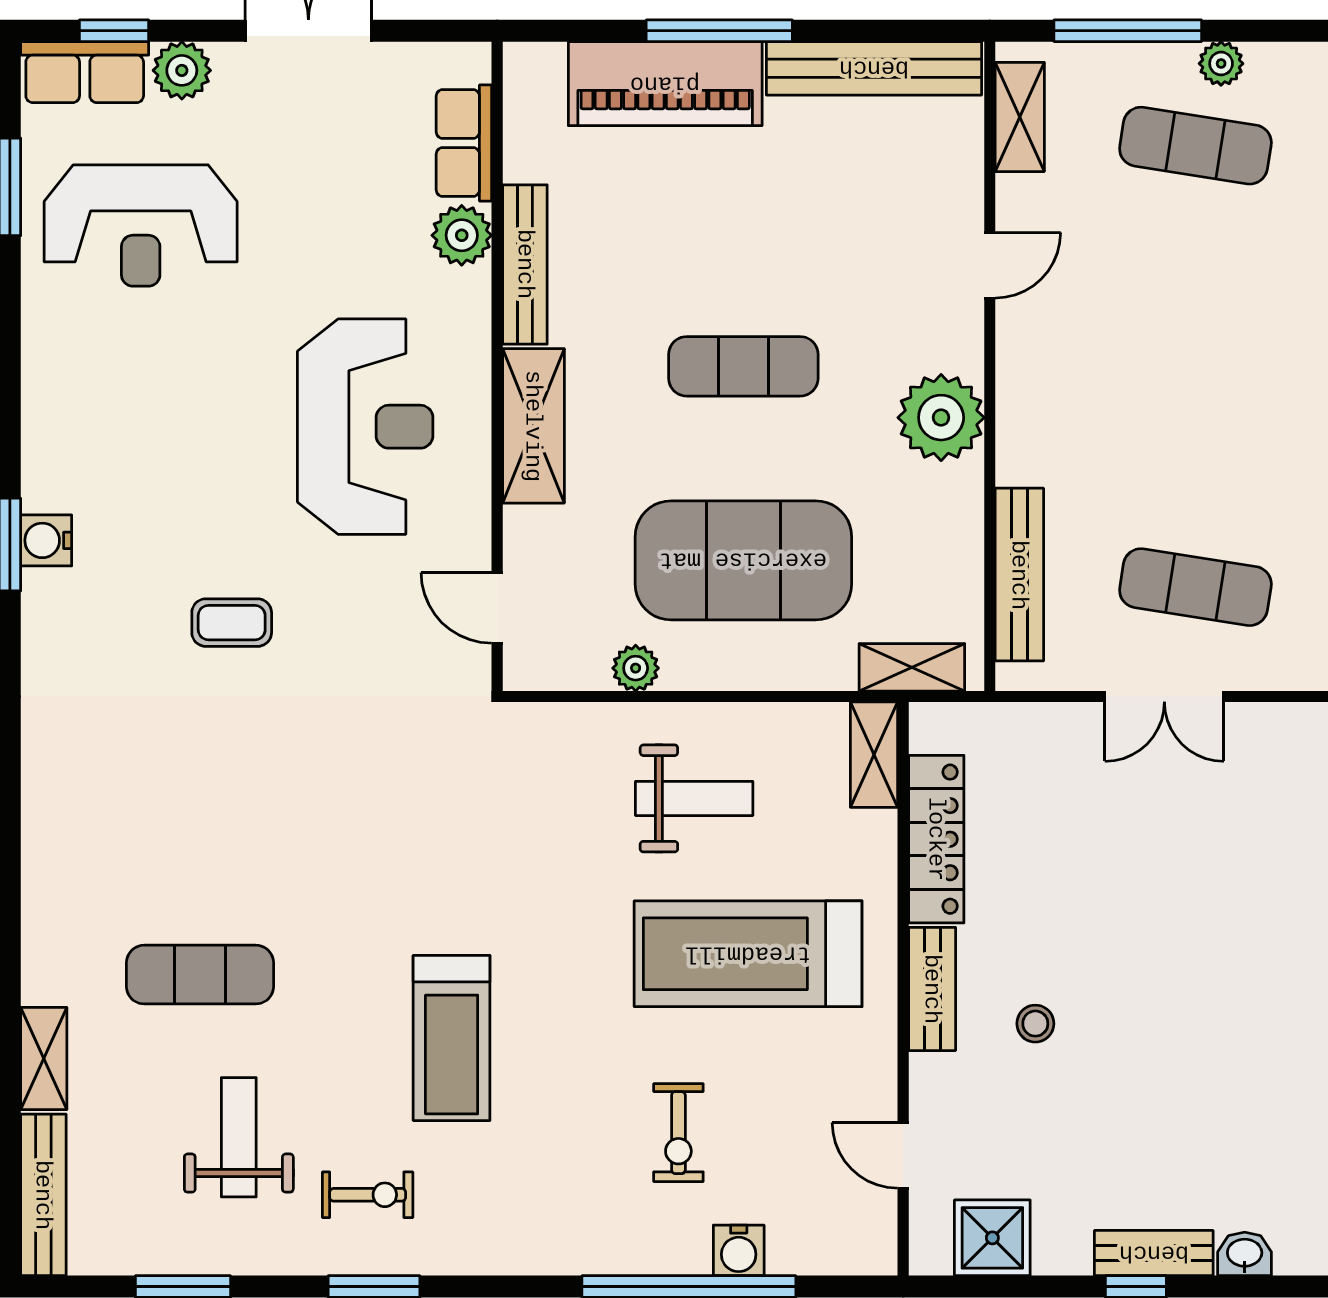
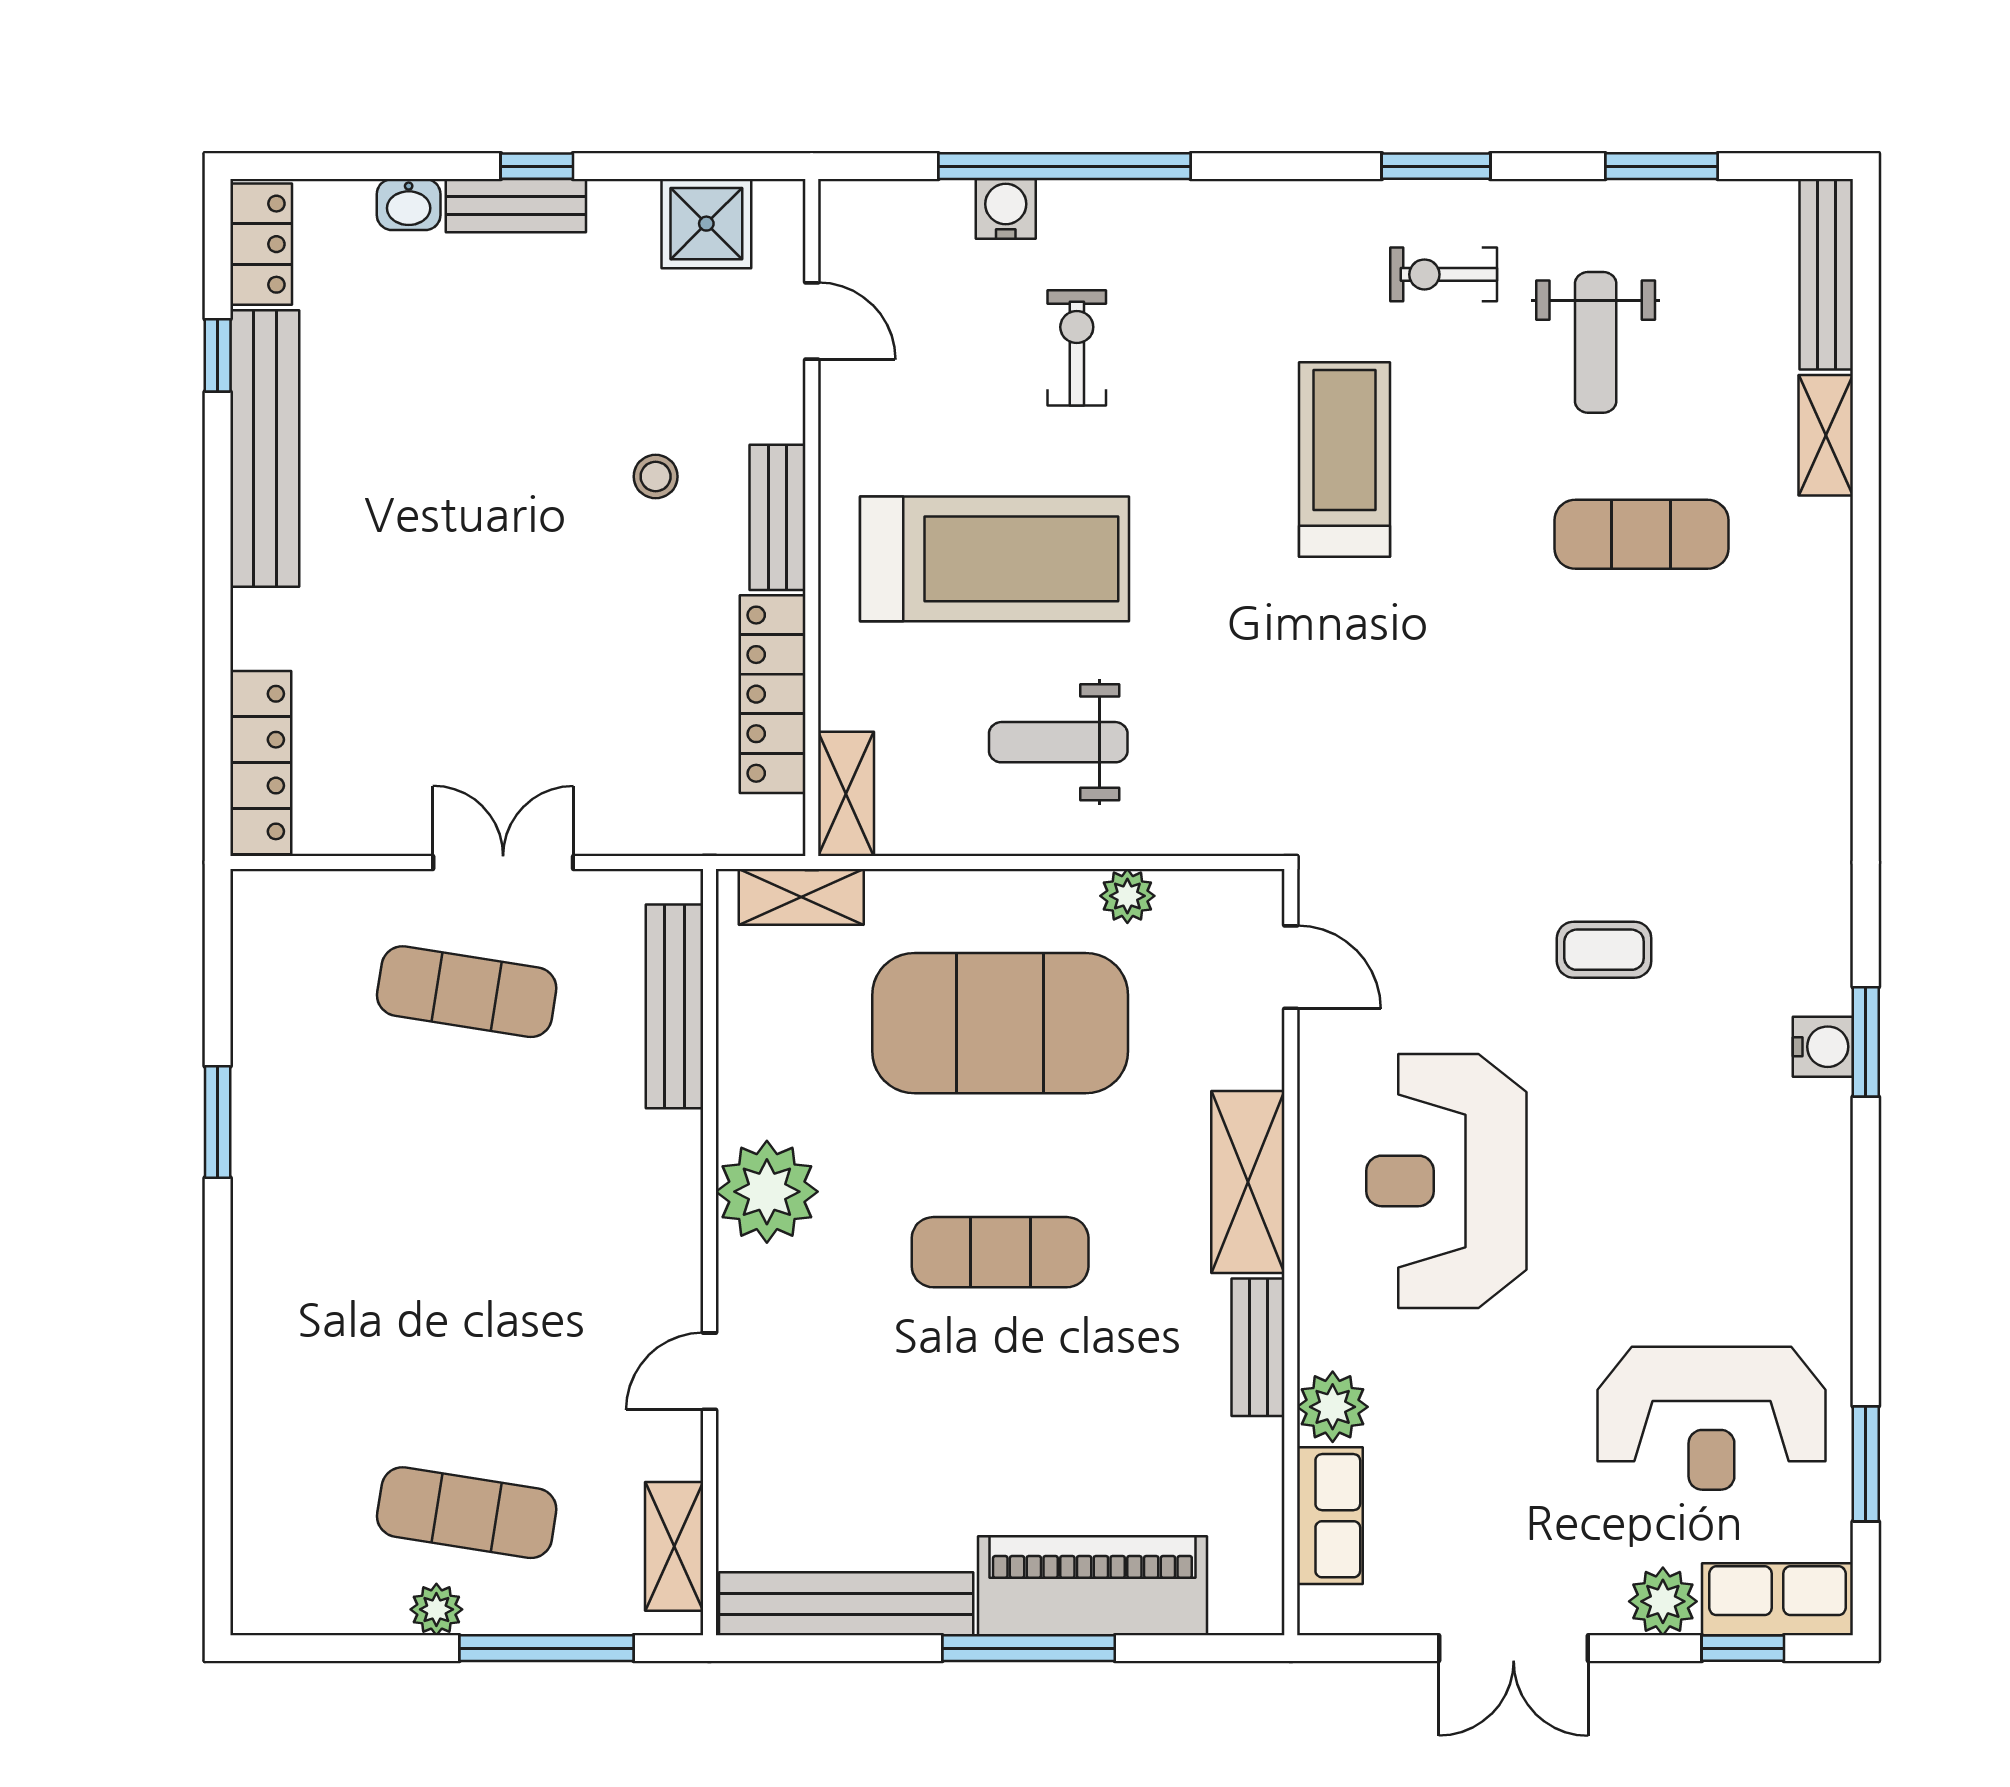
reception desk: (141, 226) -> (1711, 1418), turned 180
bench: (525, 264) -> (1258, 1347), width x0.73

